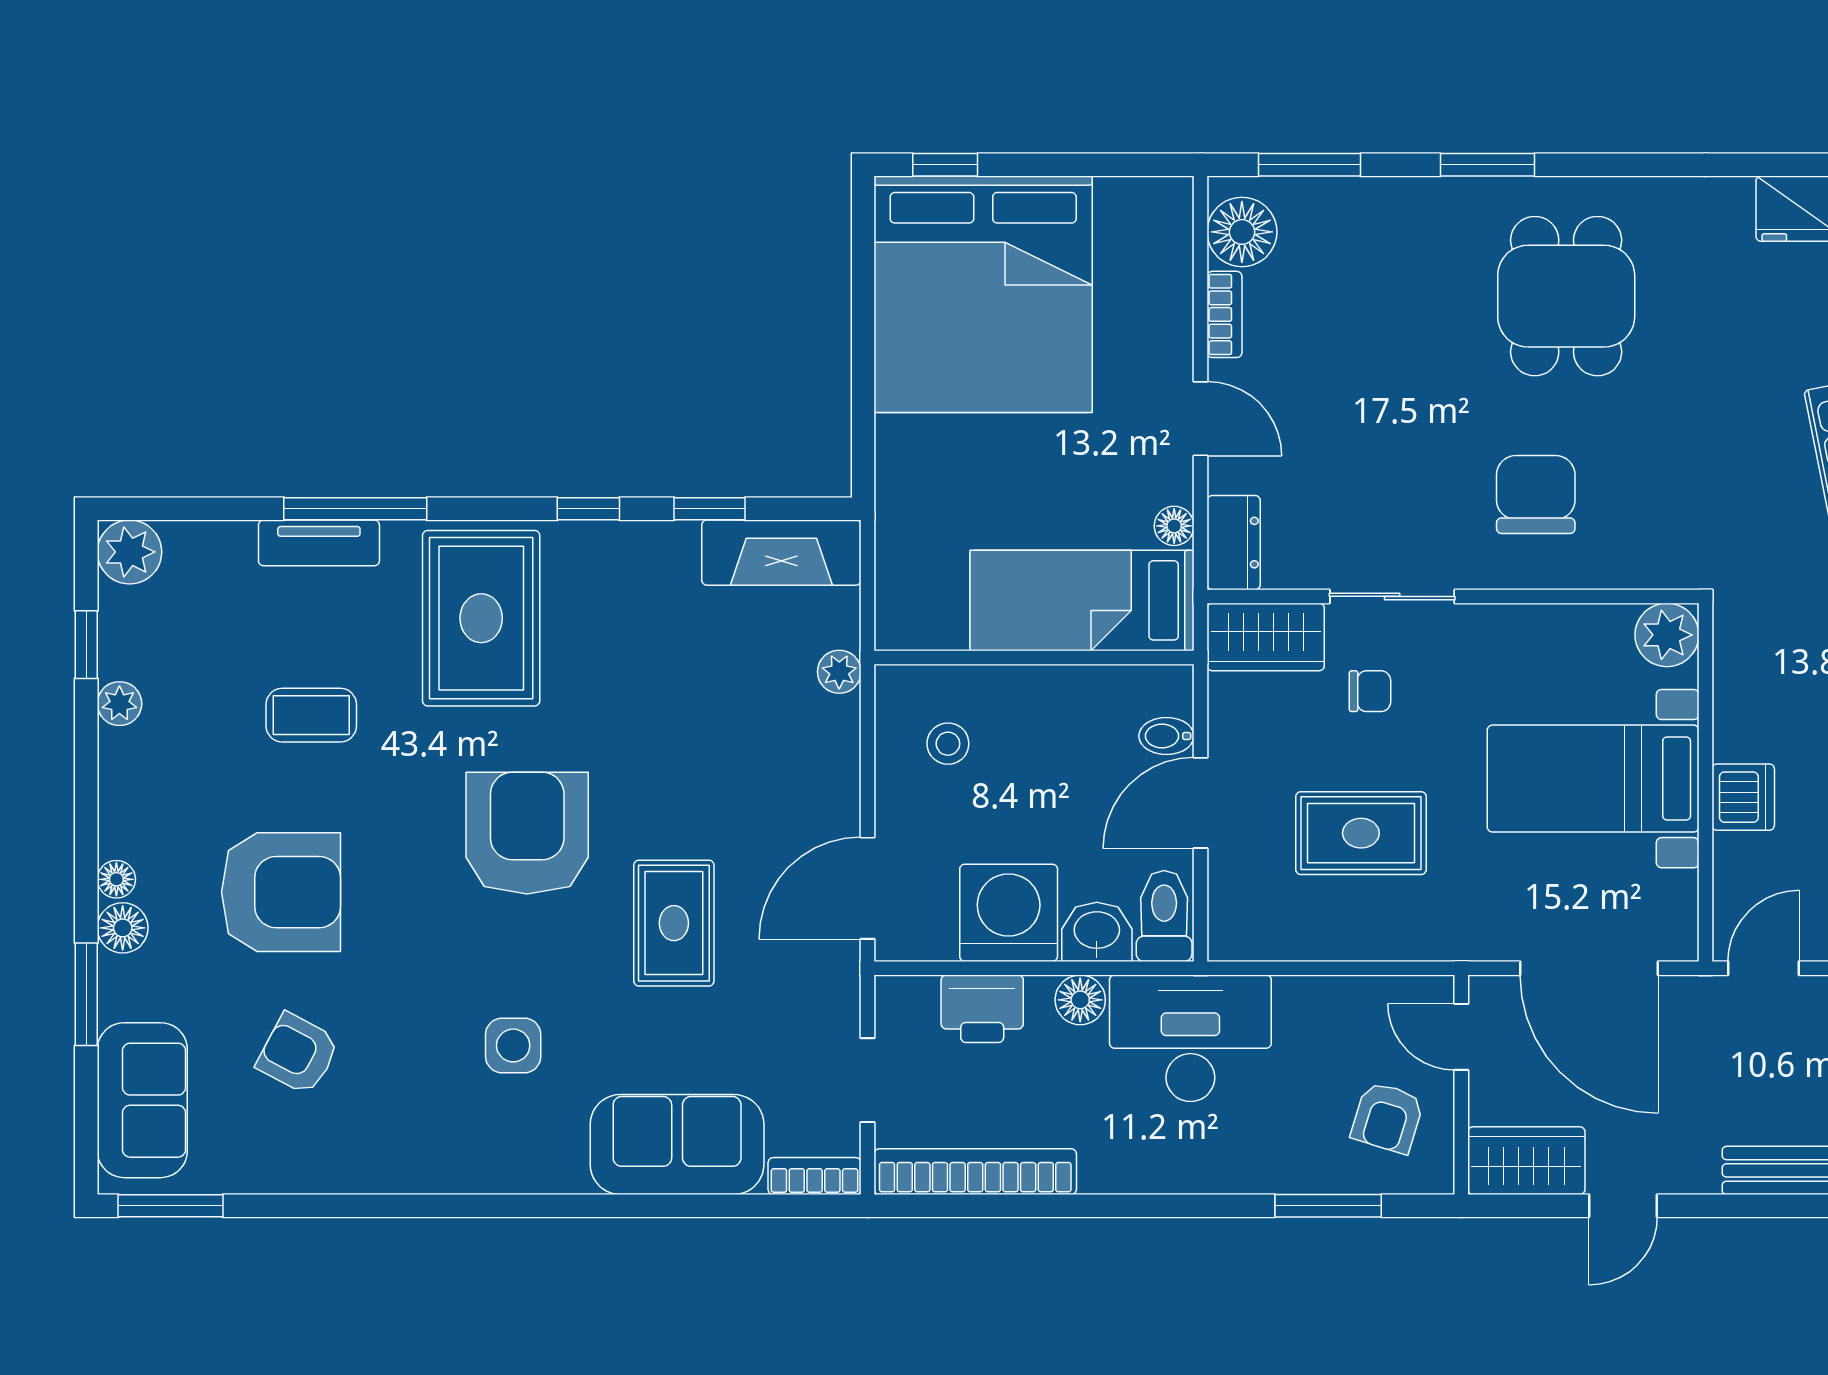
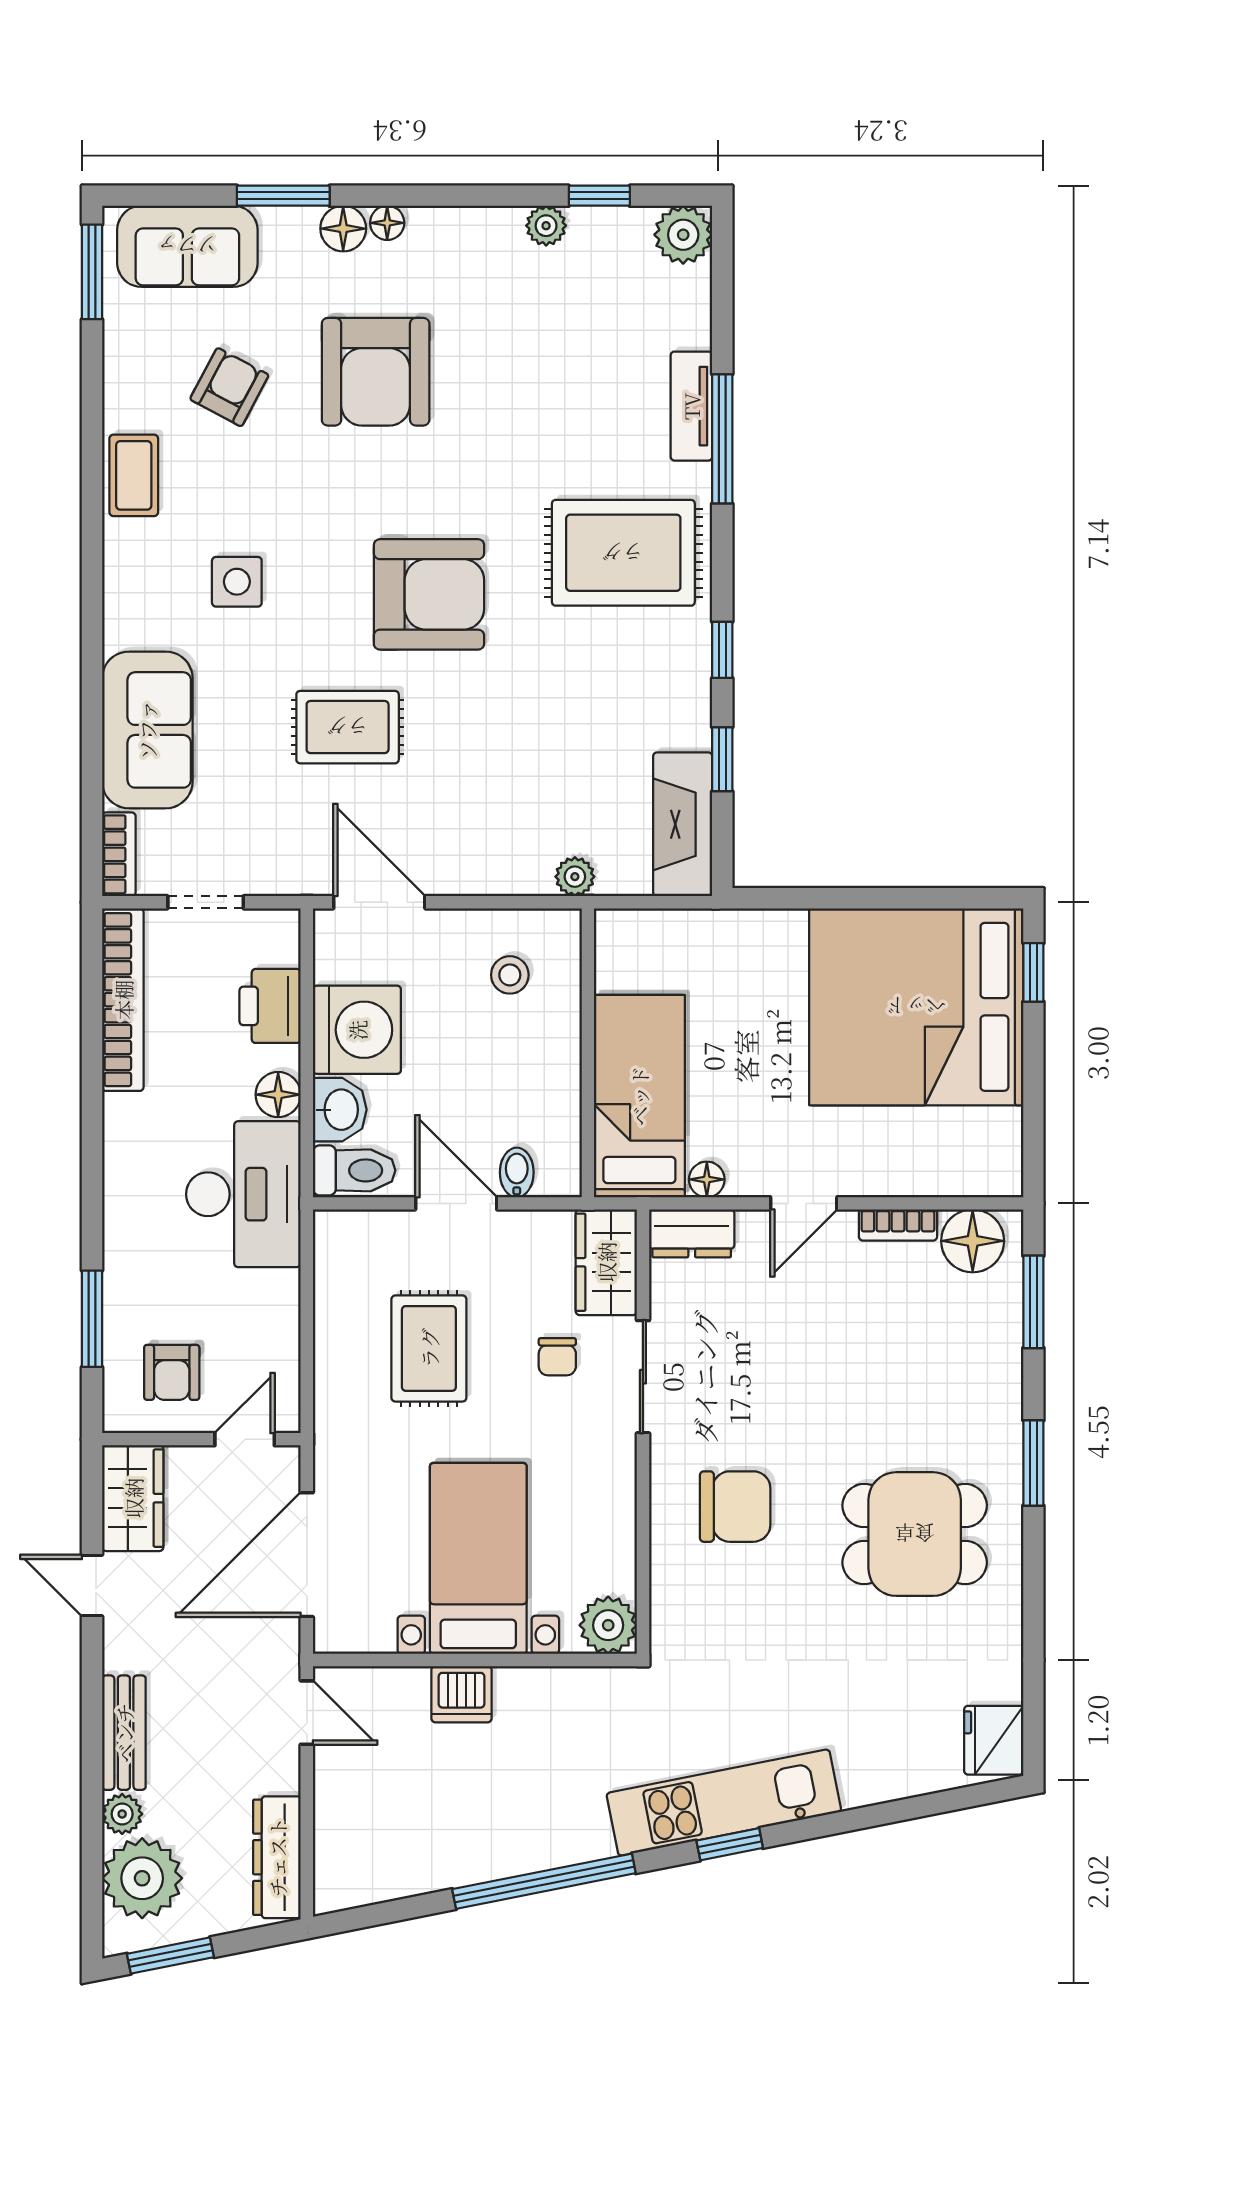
coffee table: (311, 715) -> (134, 475), moved
armchair: (1387, 1117) -> (172, 1372), turned -107

